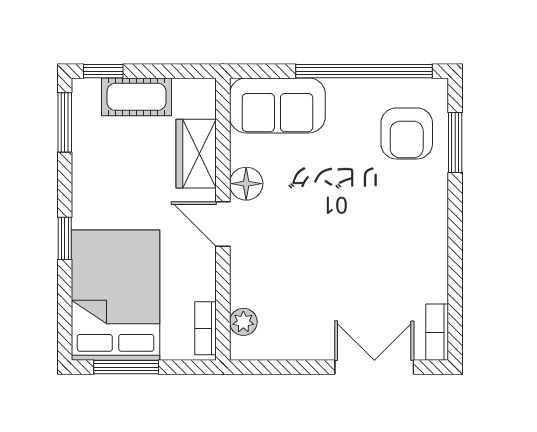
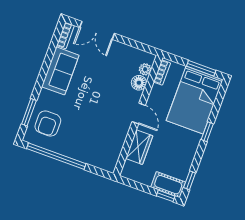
cot: (137, 97) -> (168, 185), moved
sofa: (277, 105) -> (60, 71), moved, turned 90
window: (65, 122) -> (190, 180), width x0.67
armchair: (407, 133) -> (48, 123), turned 180
floor lamp: (246, 184) -> (139, 83), moved

